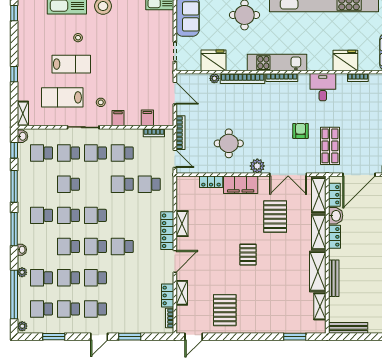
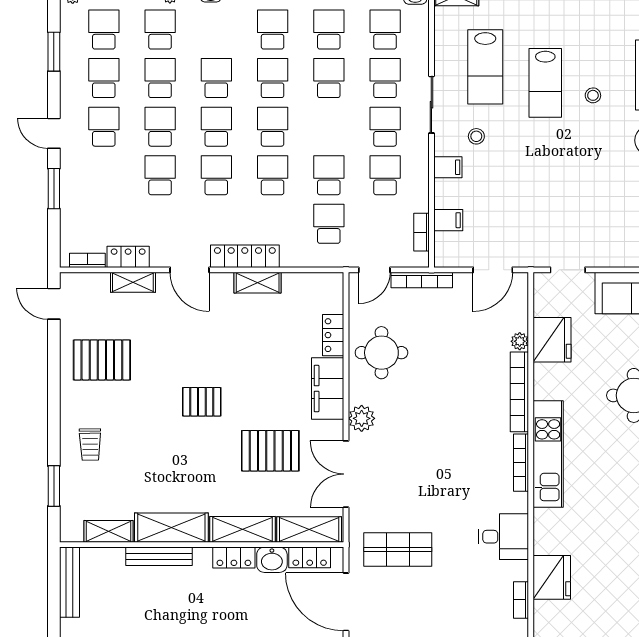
lab bench: (62, 97) -> (485, 67), turned 180
armchair: (301, 131) -> (425, 496), removed
round table: (229, 143) -> (381, 353), moved
school desk: (42, 184) -> (329, 30), added
school desk: (122, 215) -> (273, 175), added
school desk: (122, 278) -> (160, 175), added
trolley: (272, 317) -> (90, 445), added

